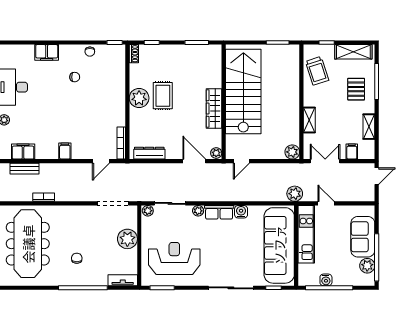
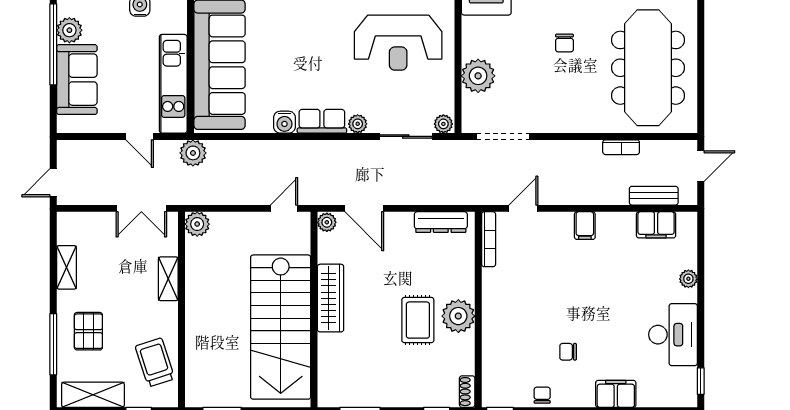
filing cabinet: (352, 152) -> (96, 225), removed

